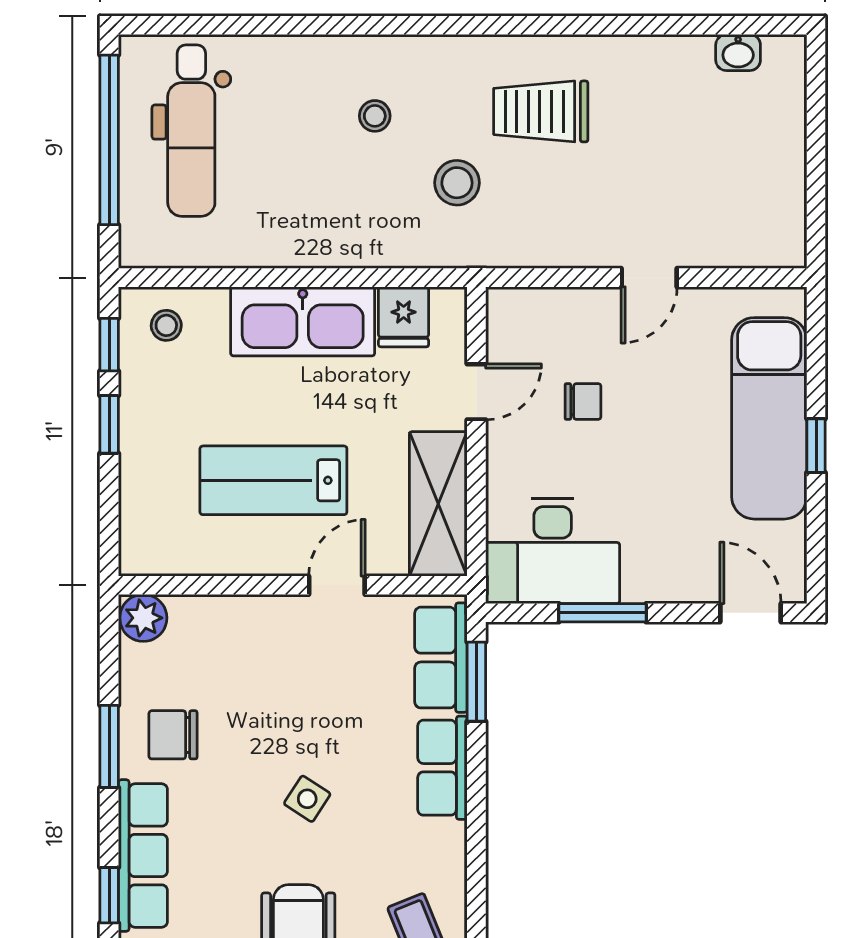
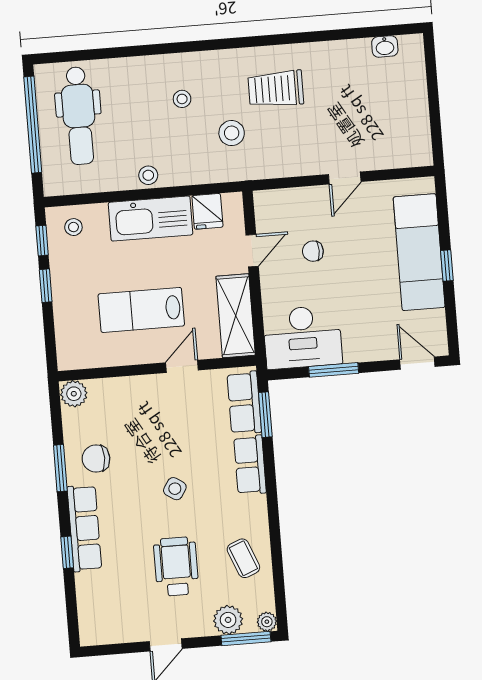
stool: (305, 245) -> (148, 175), added
chair: (583, 402) -> (313, 251), turned 180

